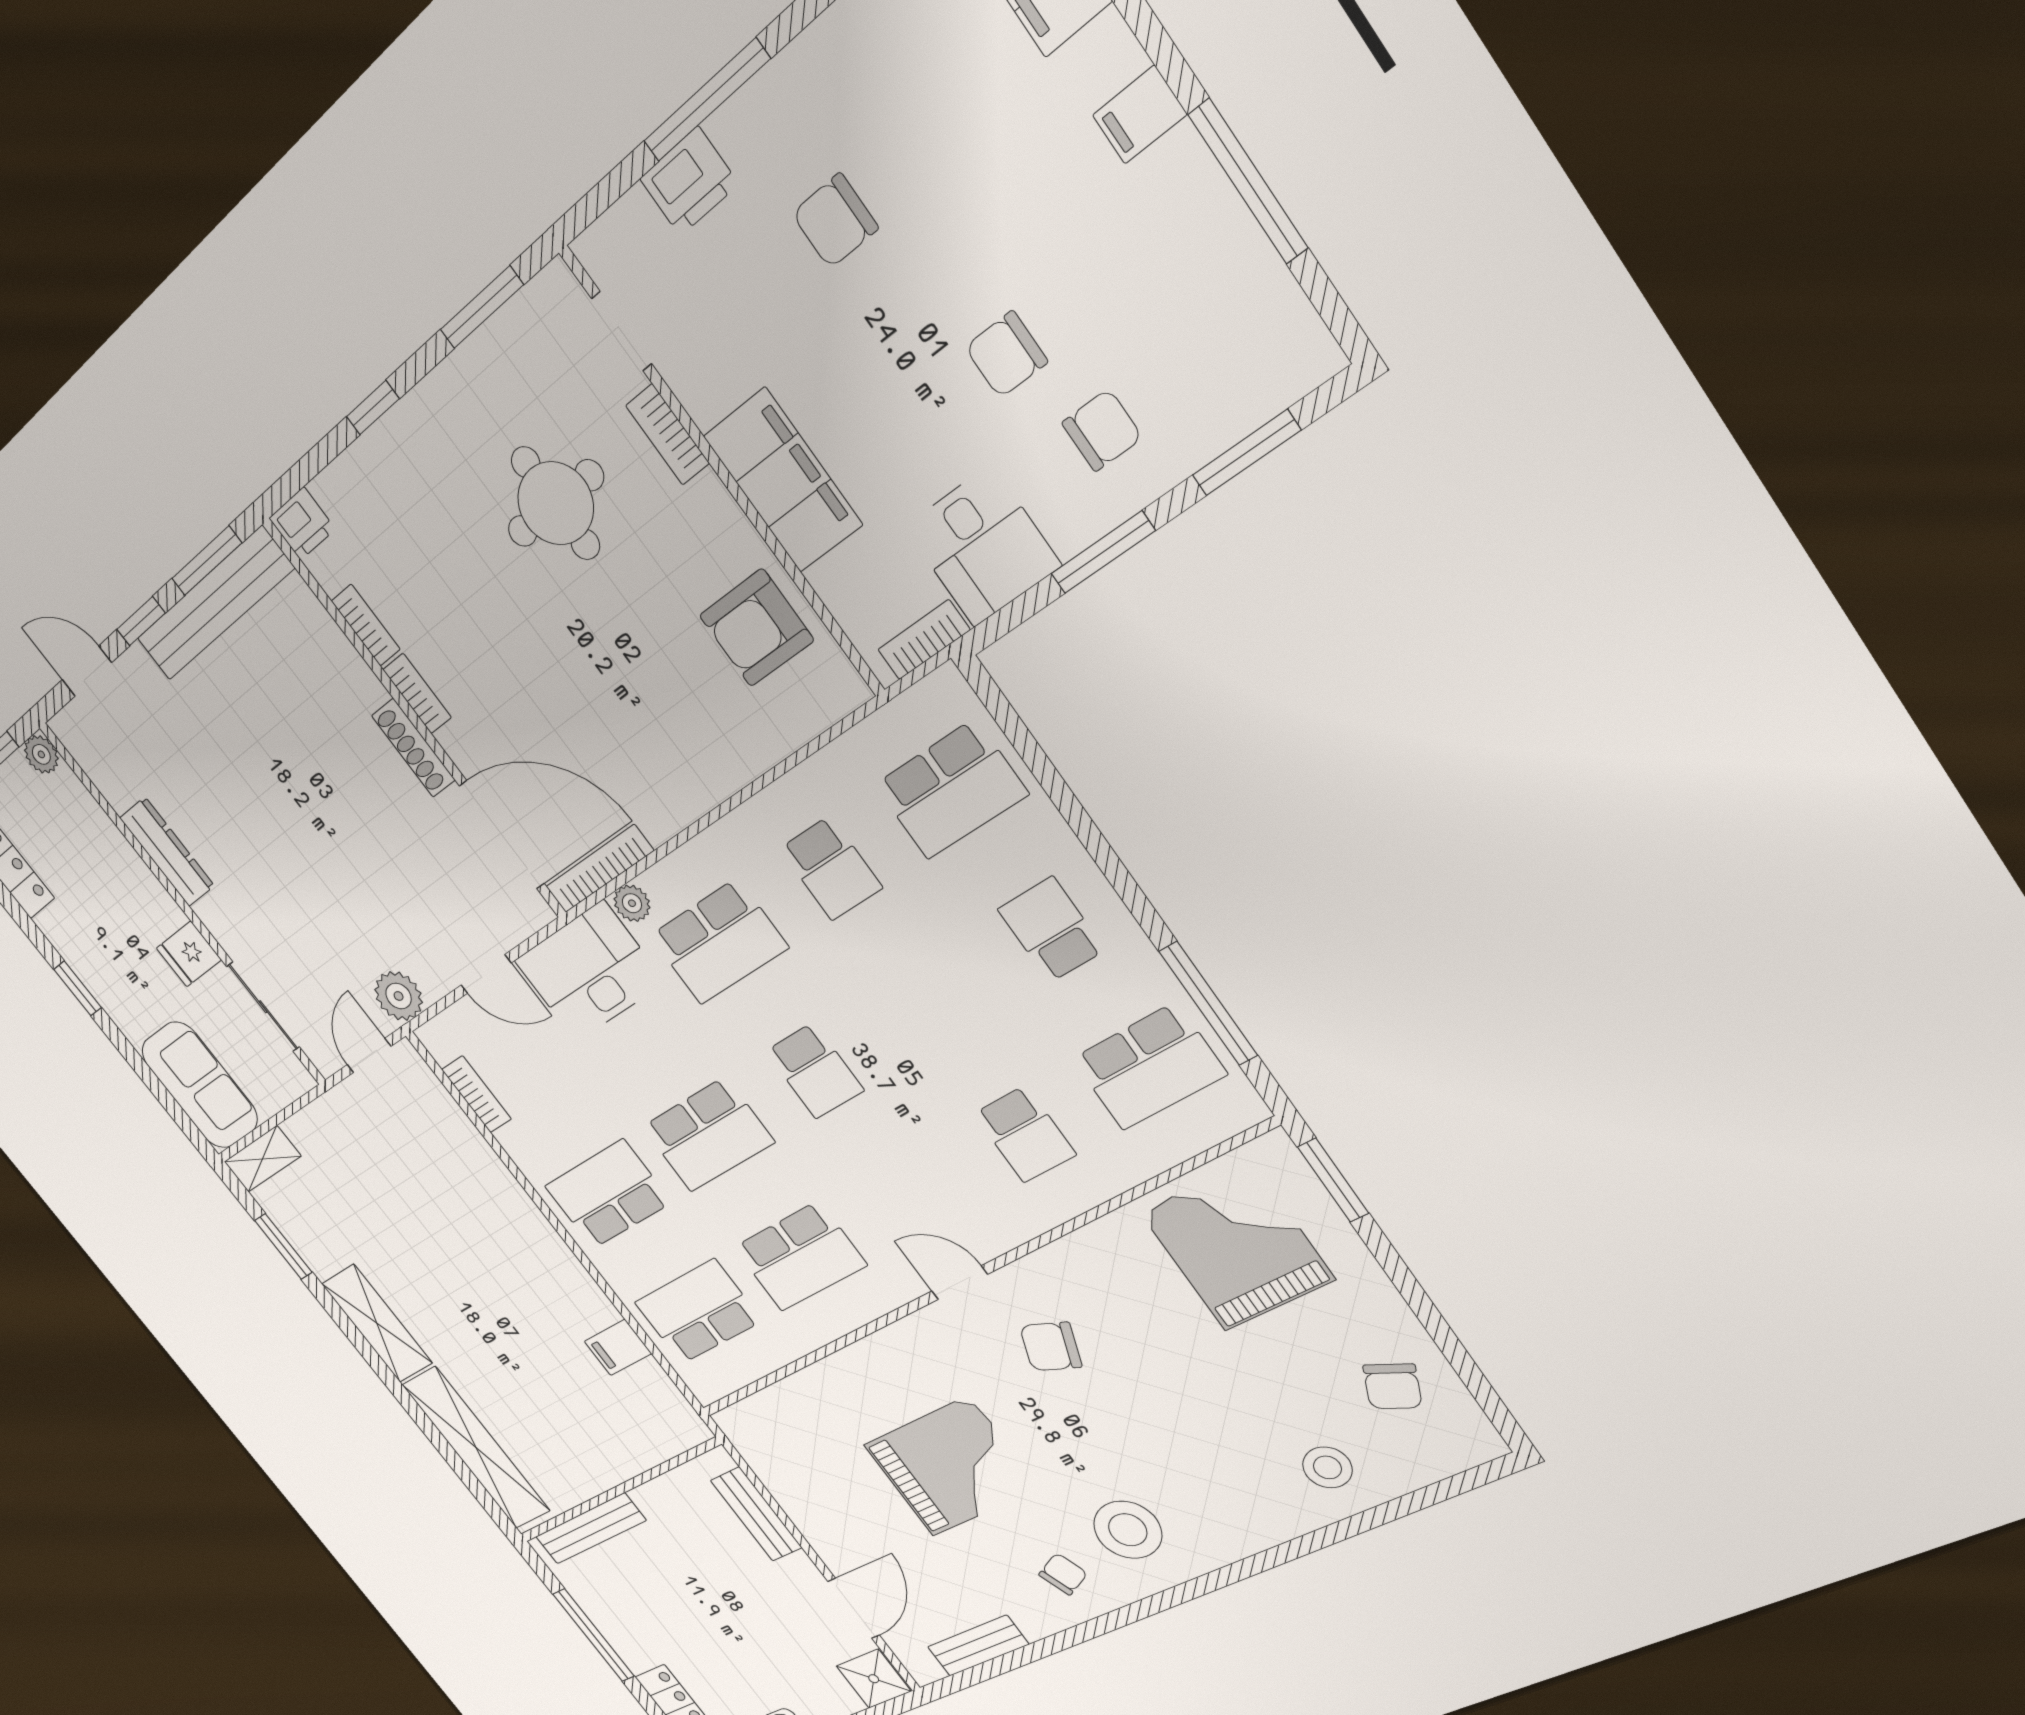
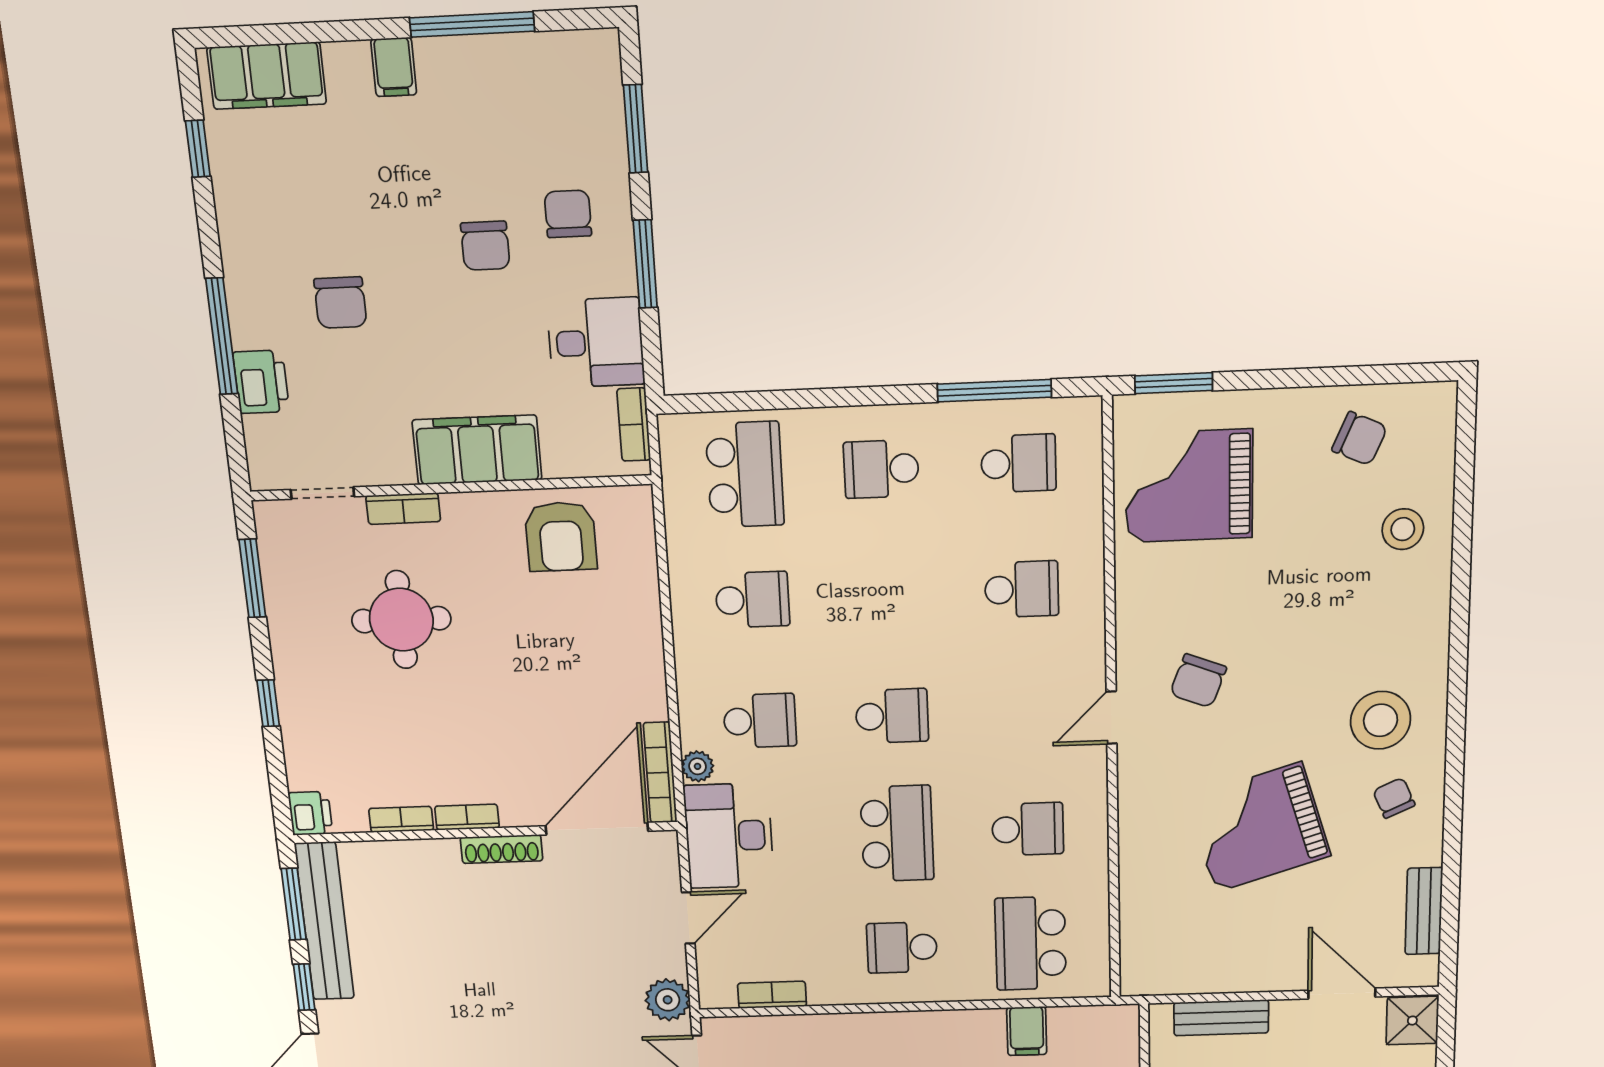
school desk: (719, 942) -> (760, 721), width x0.54
school desk: (1149, 1067) -> (1019, 463), width x0.54
school desk: (608, 1194) -> (902, 948), width x0.54
school desk: (800, 1256) -> (1028, 829), width x0.54
grand piano: (951, 1466) -> (1258, 827), turned -107

